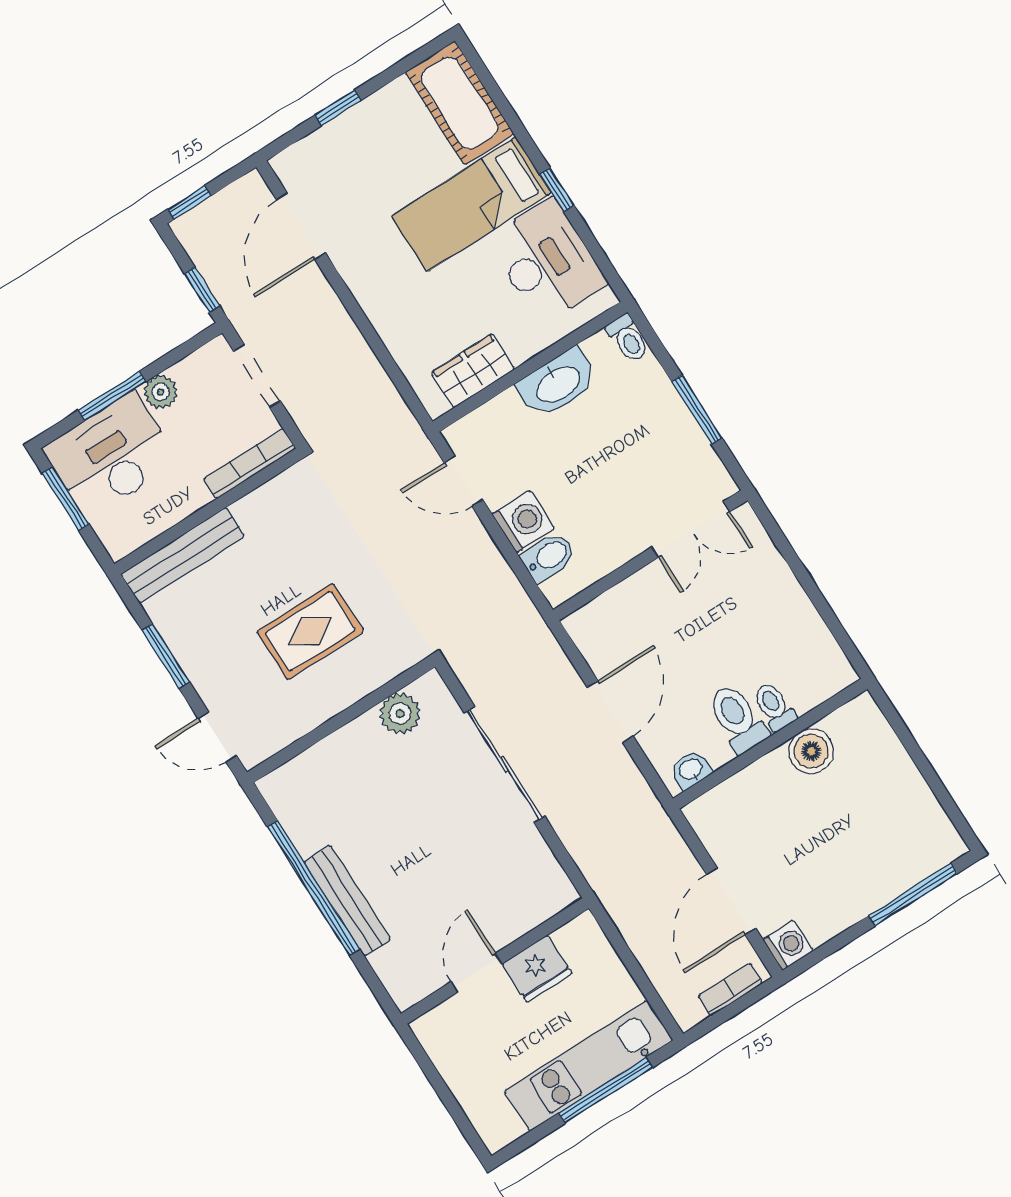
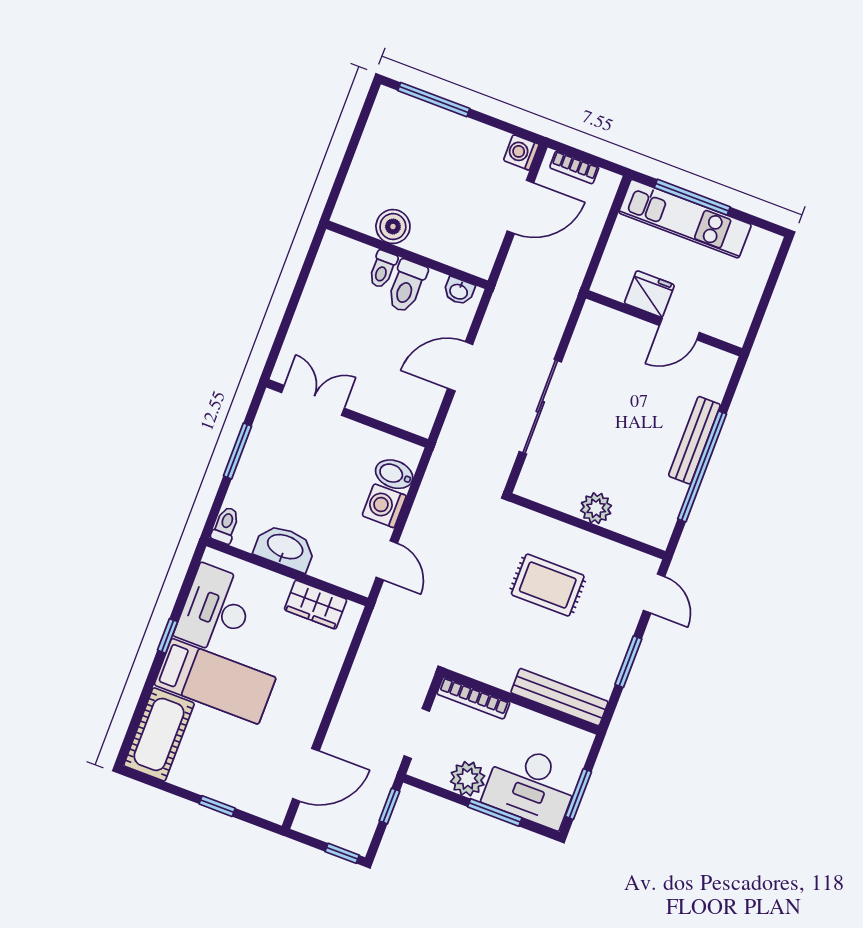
plant: (160, 392) -> (468, 779), width x1.38, depth x1.38
plant: (400, 713) -> (596, 508), moved

